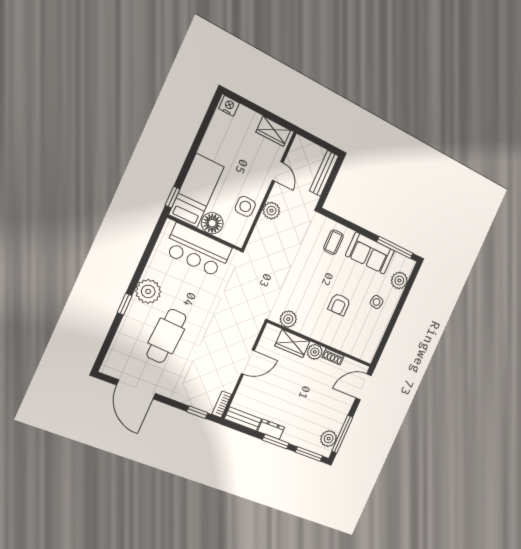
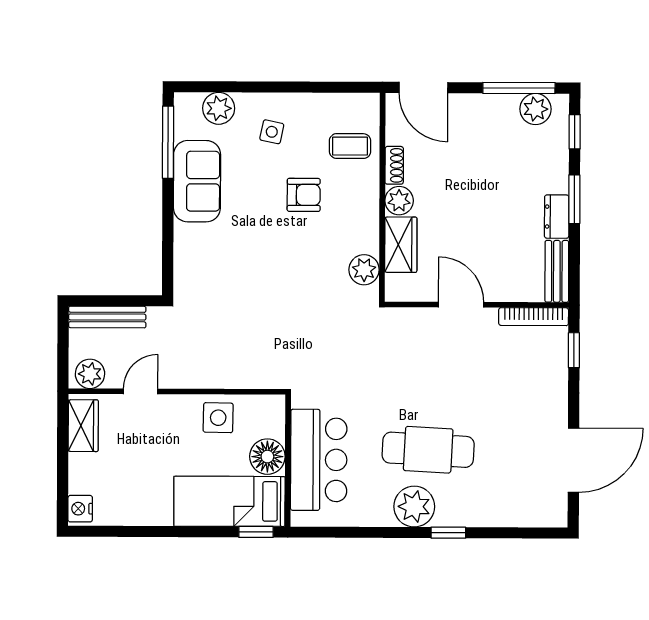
plant: (271, 211) -> (90, 374), moved
coffee table: (333, 242) -> (350, 146), moved
cafe table: (166, 336) -> (428, 450), moved
bookcase: (222, 404) -> (534, 317), width x1.56
window: (309, 454) -> (575, 132), width x0.67

